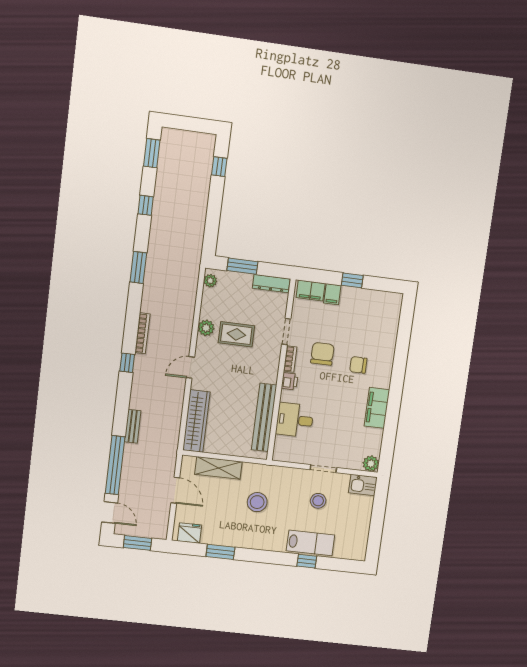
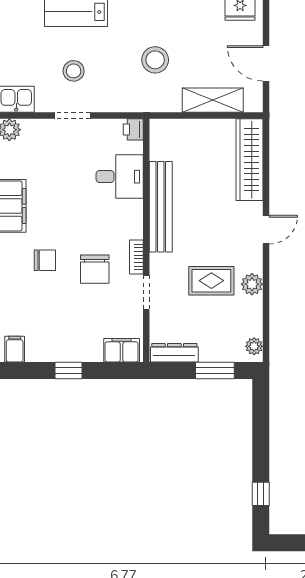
filing cabinet: (332, 294) -> (15, 349), moved
printer: (290, 381) -> (133, 129), moved
bench: (264, 417) -> (161, 207), moved

